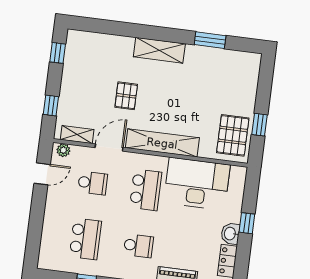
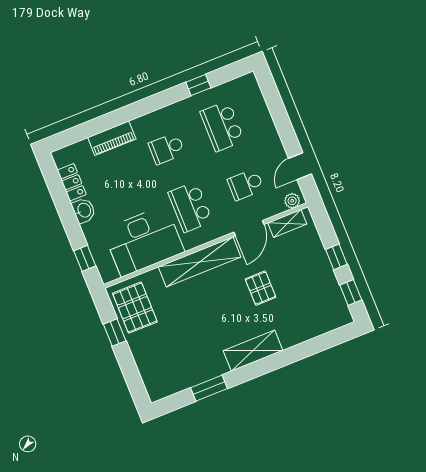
window: (51, 106) -> (336, 257), moved
window: (247, 223) -> (85, 258), moved

